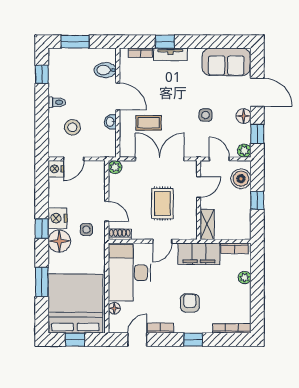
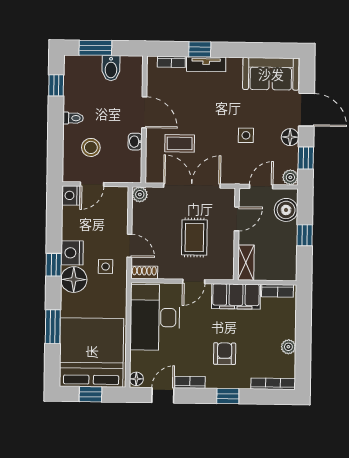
bidet: (105, 70) -> (111, 68), moved, turned -90
door: (219, 159) -> (261, 187), hinge flipped
plant: (245, 278) -> (288, 347), moved
floor lamp: (114, 308) -> (136, 379), moved

